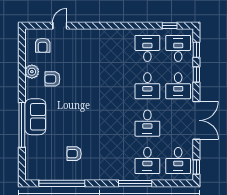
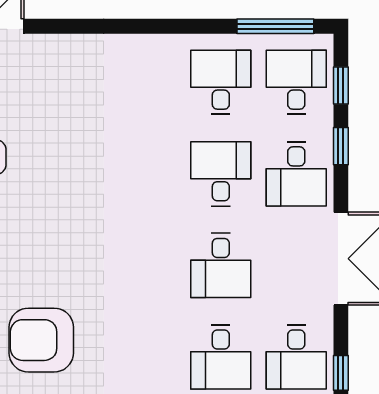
window: (170, 26) -> (275, 26), width x2.17
desk: (147, 86) -> (221, 174), turned 180
armchair: (74, 154) -> (41, 340), width x1.88, depth x1.88

